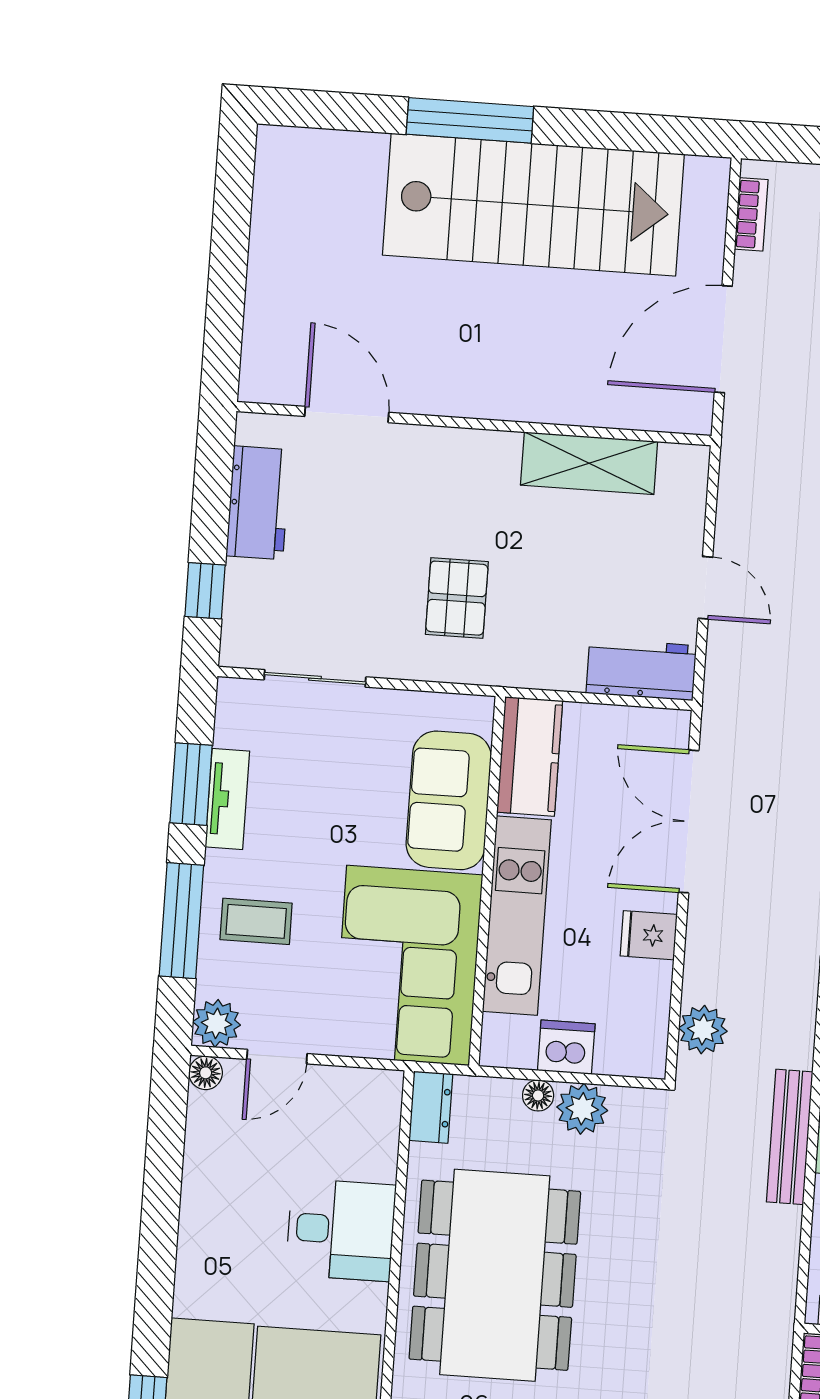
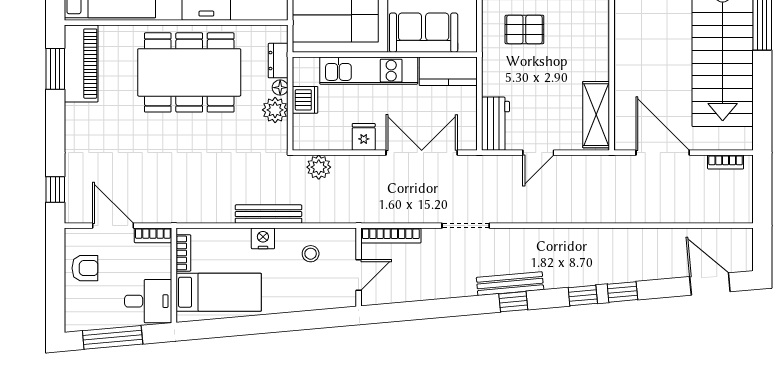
shelving: (589, 463) -> (596, 115), moved
dresser: (431, 1107) -> (278, 61), moved, turned 90

